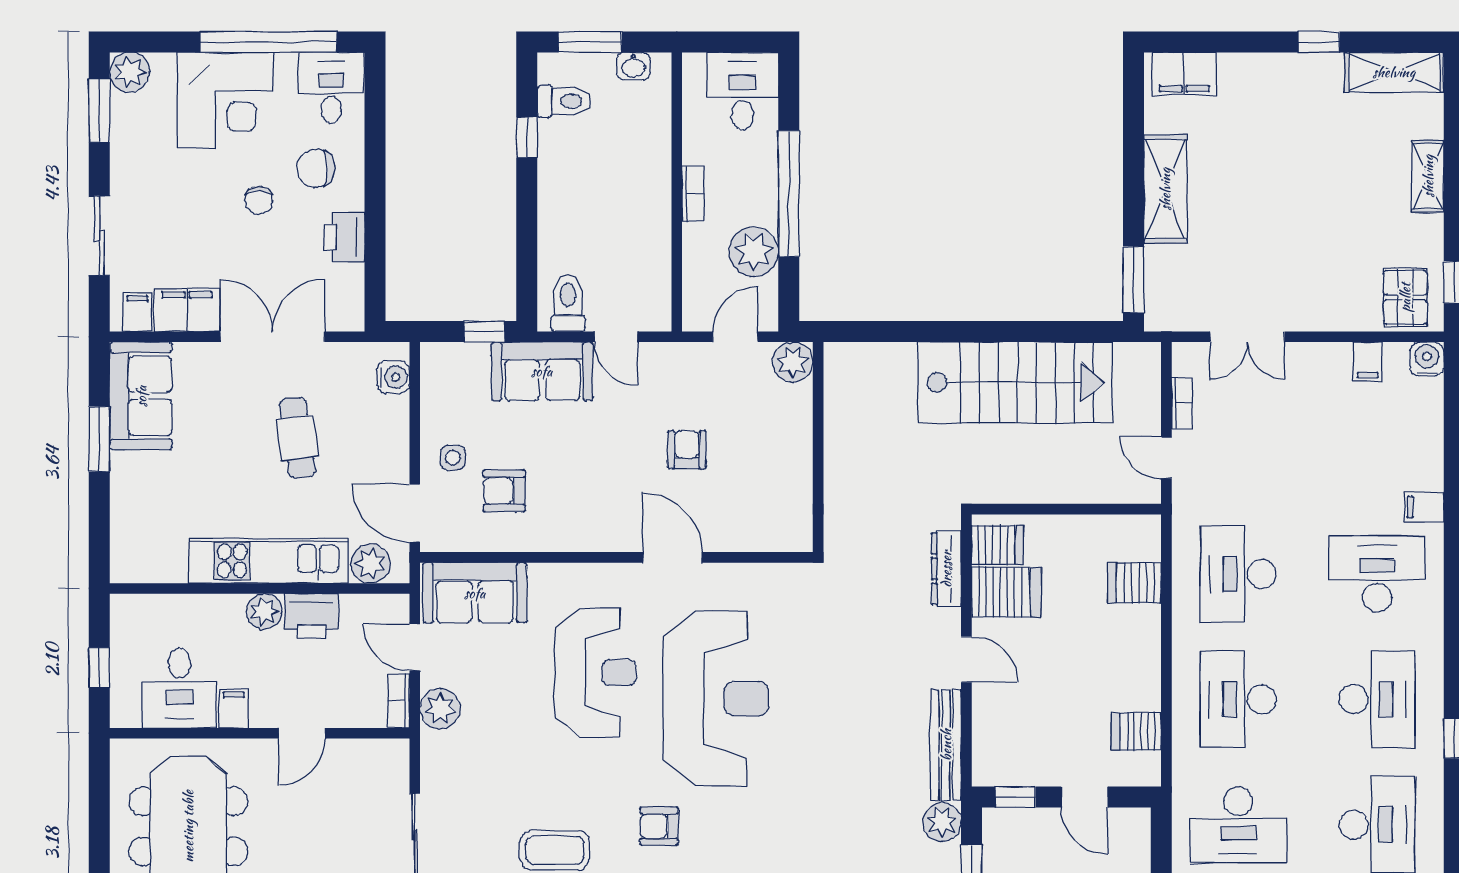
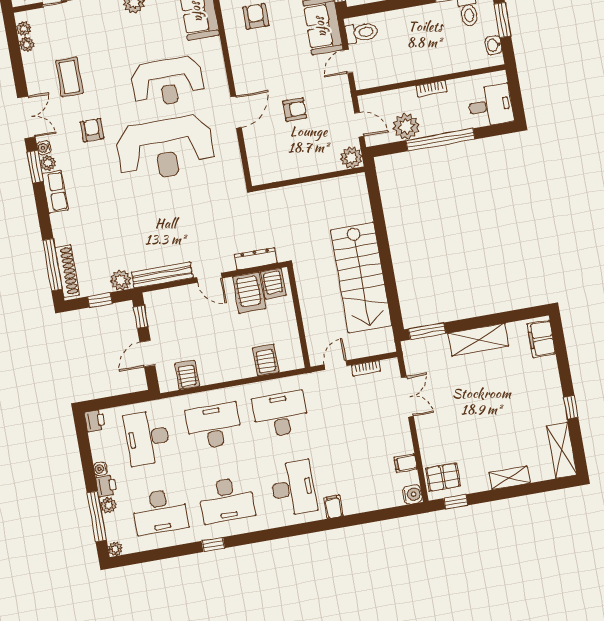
double door: (1247, 337) -> (407, 397), swing flipped
door: (966, 659) -> (209, 278), hinge flipped

